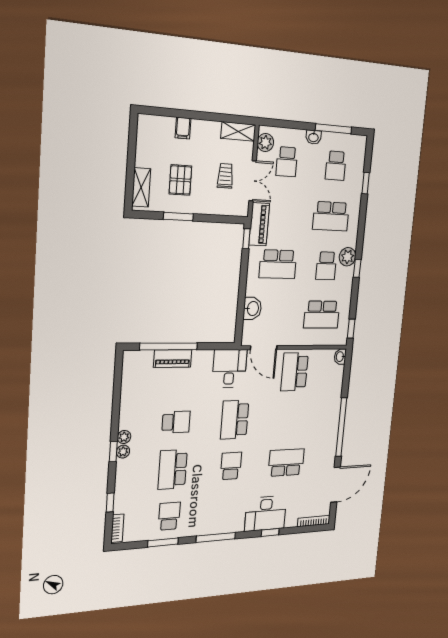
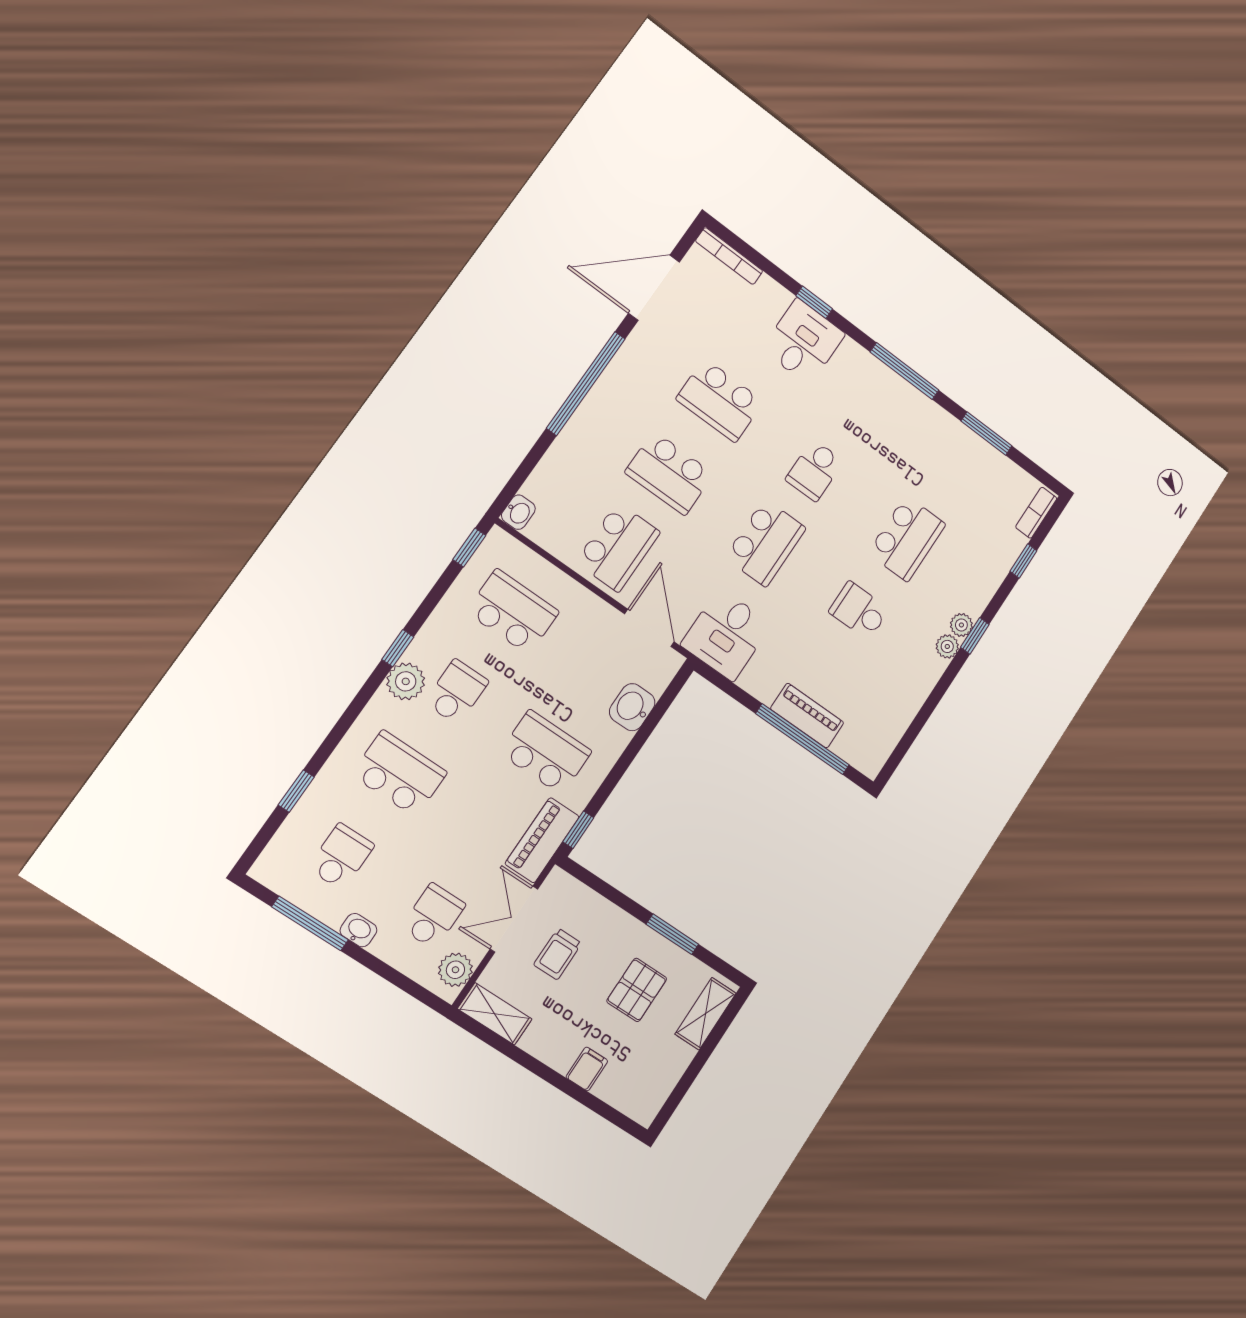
desk: (266, 513) -> (803, 342), width x0.73
school desk: (169, 516) -> (669, 473), moved, width x1.85

